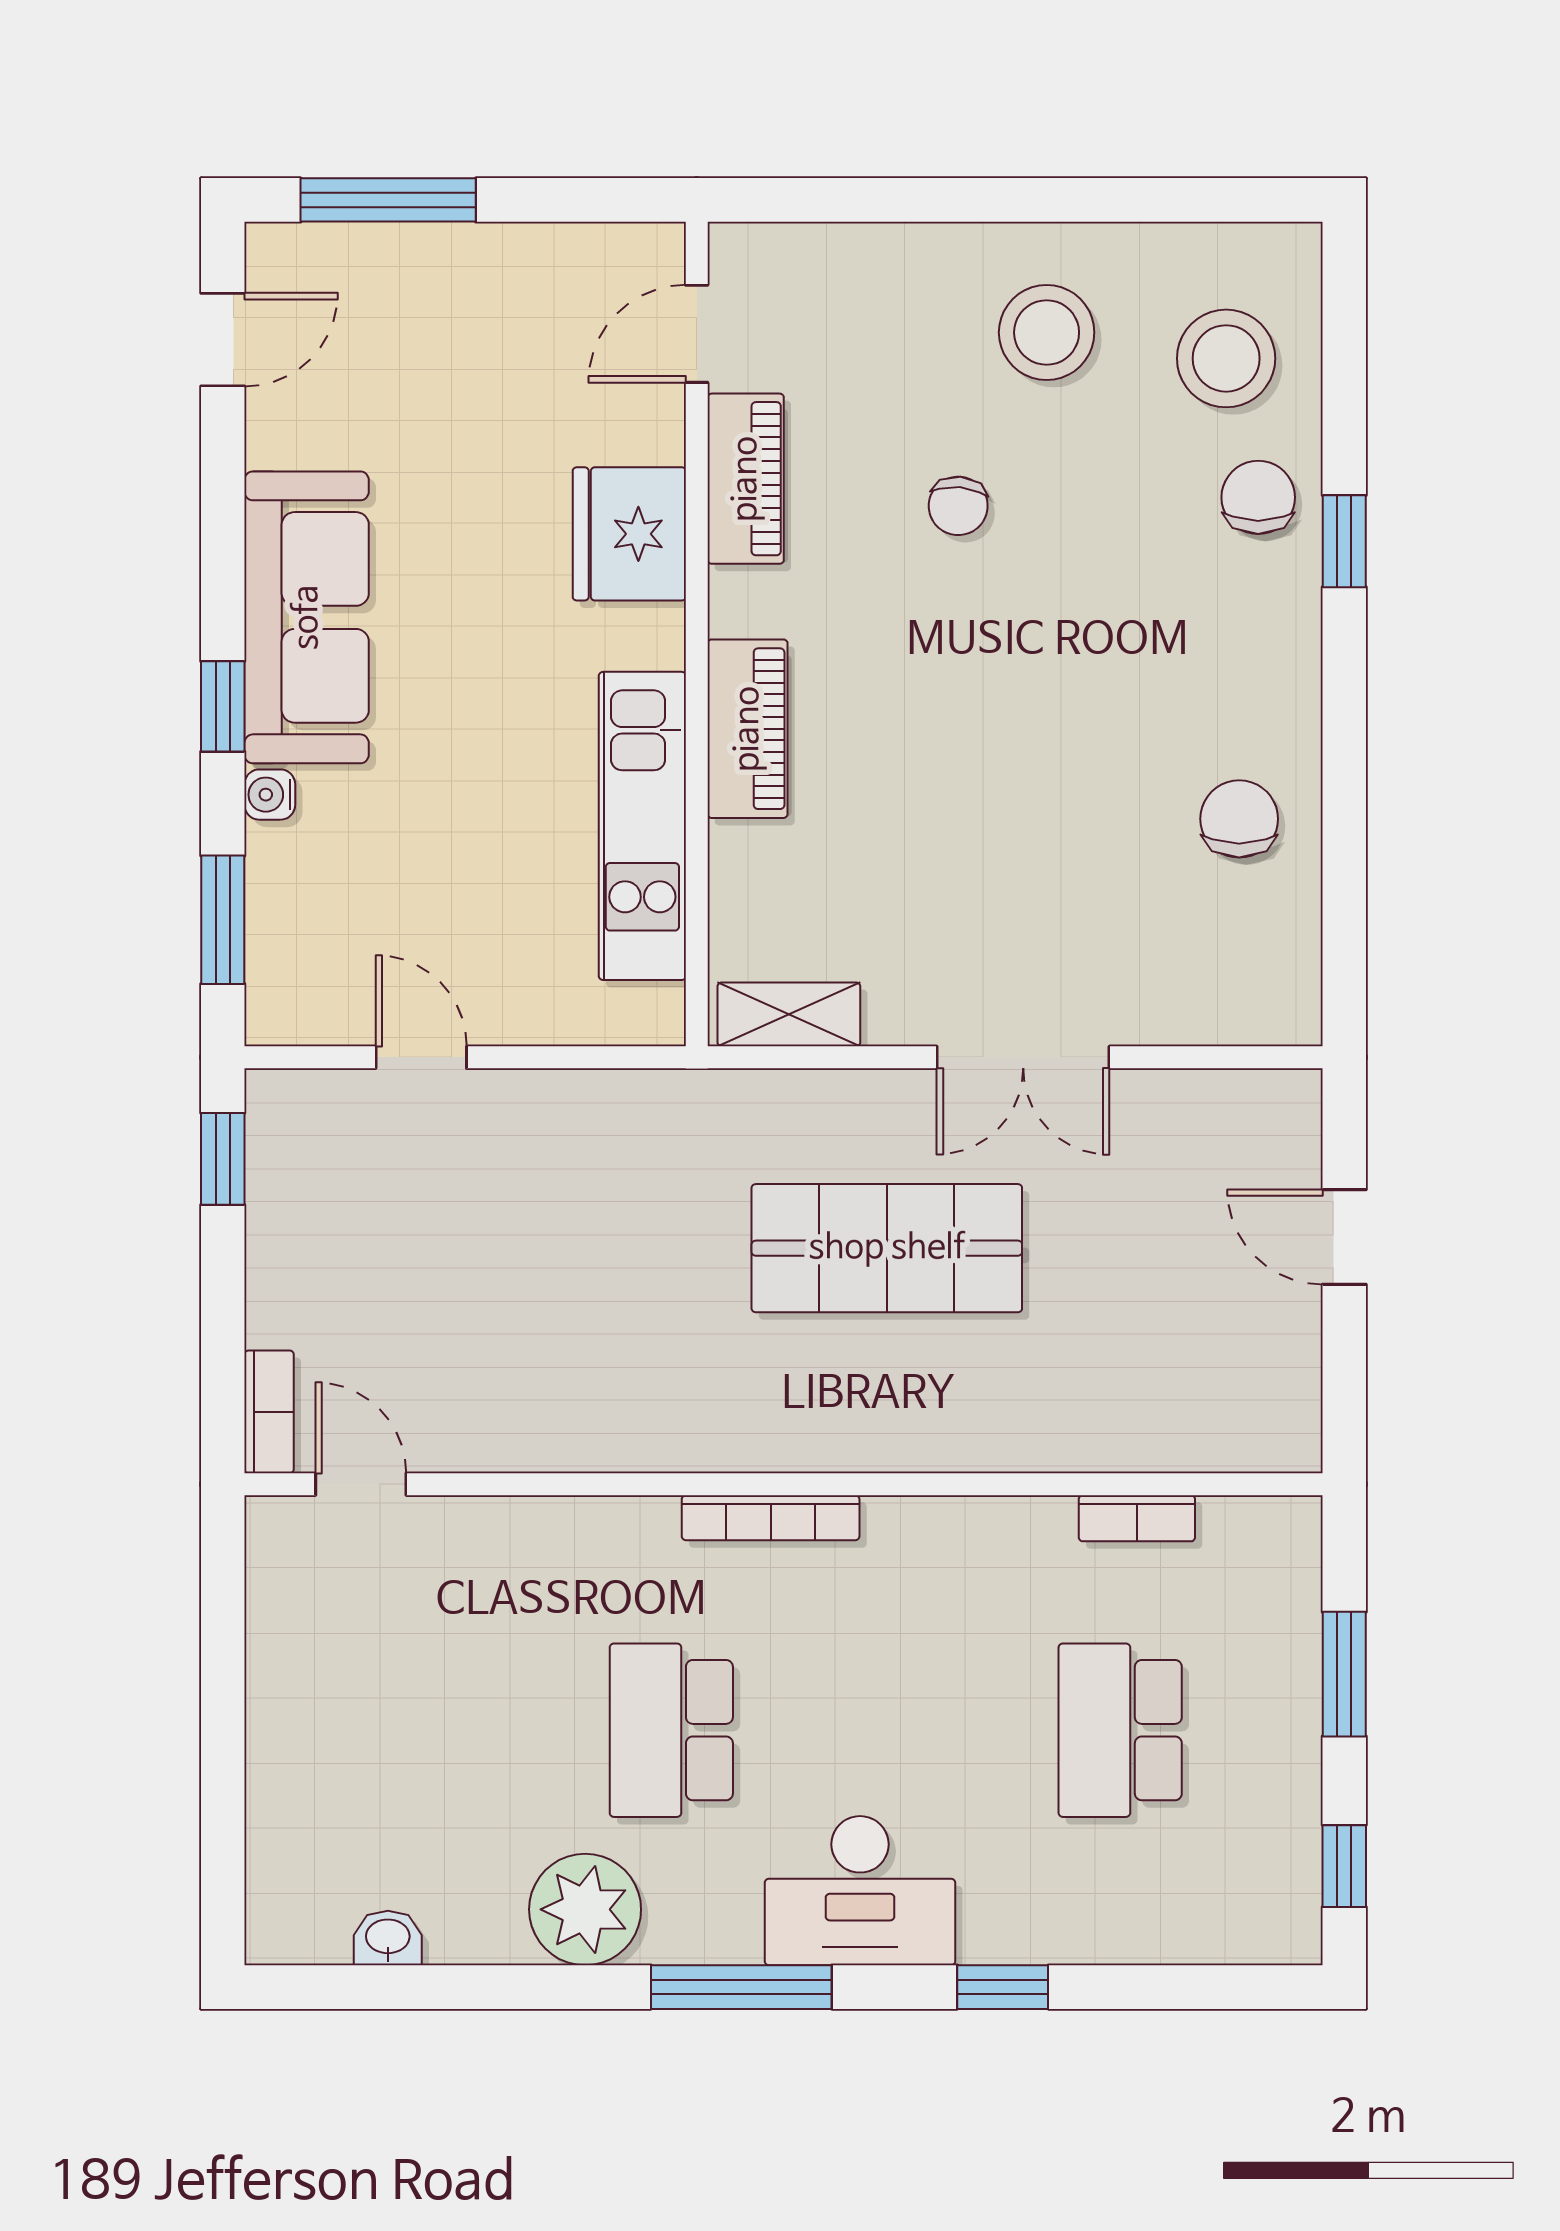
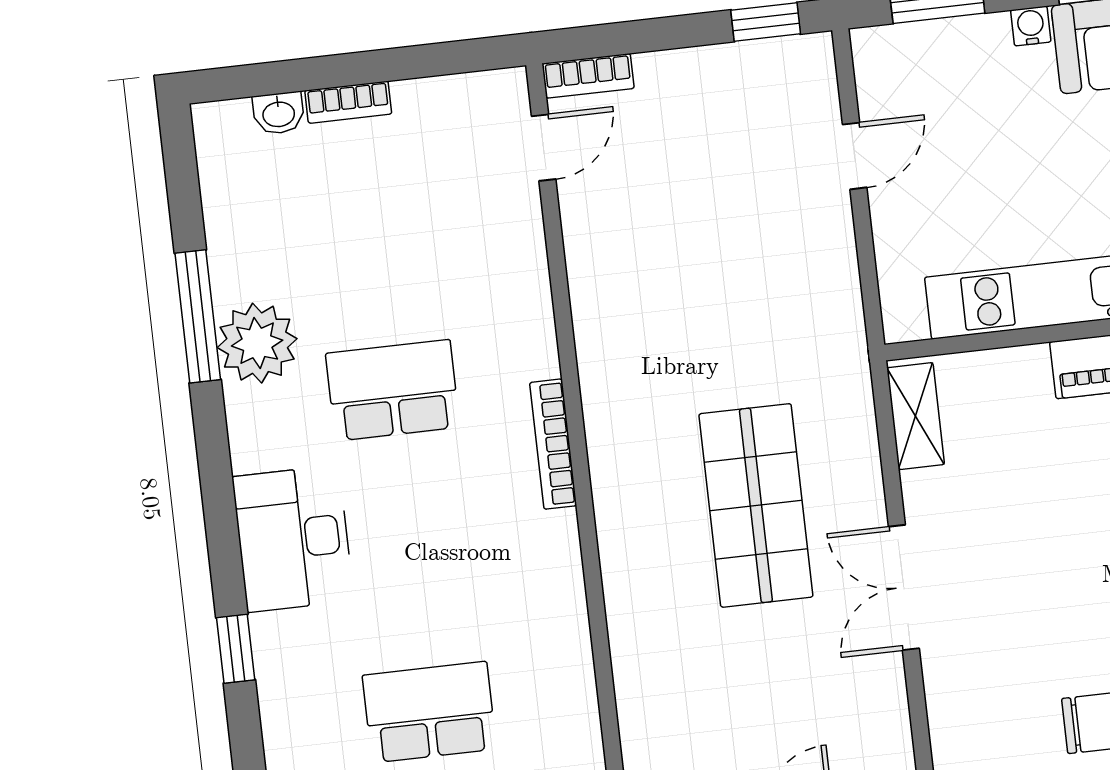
bookcase: (1137, 1518) -> (348, 102), moved, turned -90
washbasin: (388, 1938) -> (279, 113), moved, turned 90
window: (741, 1987) -> (198, 316), moved

